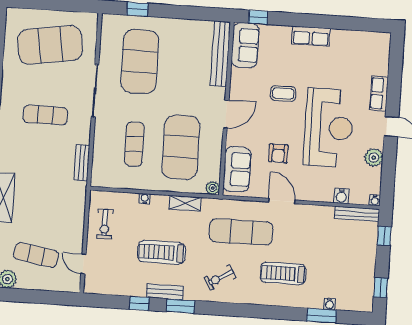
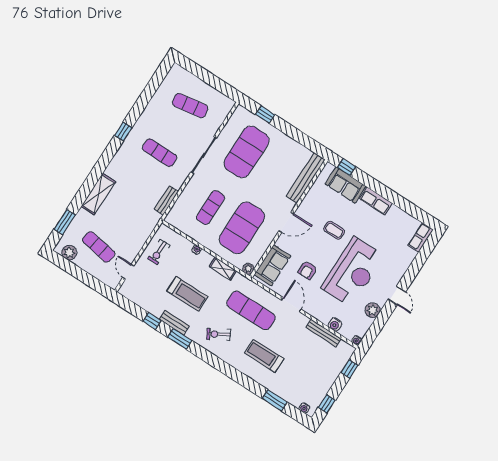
exercise mat: (50, 45) -> (190, 106), width x0.50, depth x0.69
sofa: (245, 45) -> (346, 185), moved, turned 90
row of seats: (379, 93) -> (421, 237), moved
bench: (357, 214) -> (324, 333), moved
treadmill: (161, 252) -> (187, 294), turned 180
water cooler: (330, 304) -> (304, 408), moved

